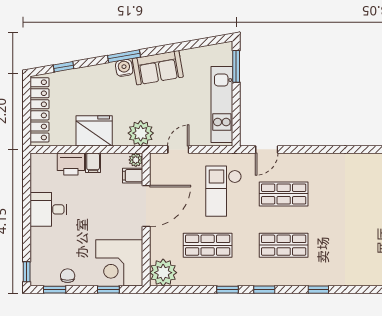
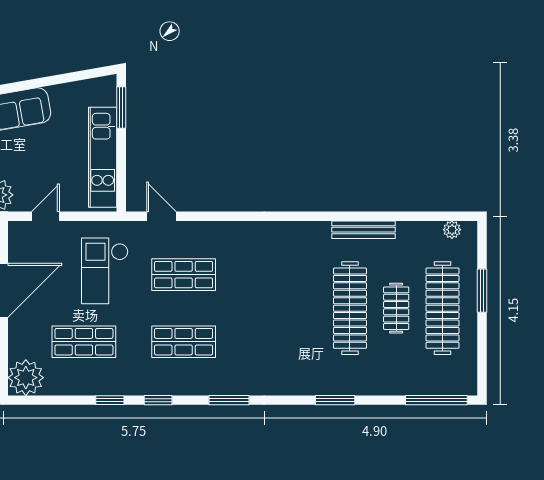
door: (267, 149) -> (161, 216), swing flipped
window: (318, 290) -> (229, 400), width x1.50

